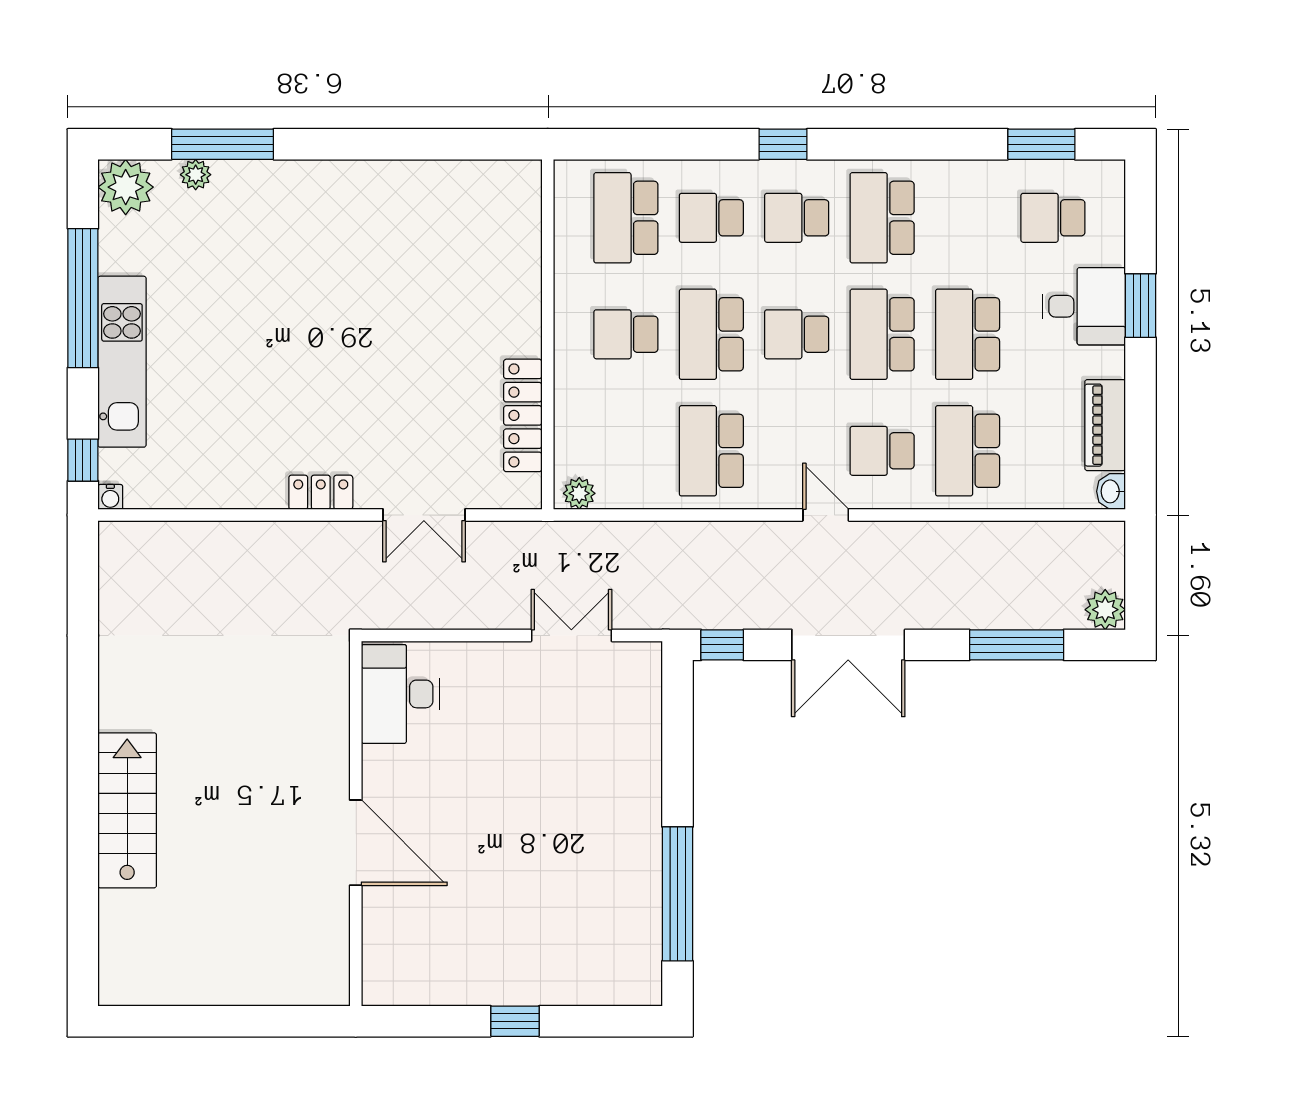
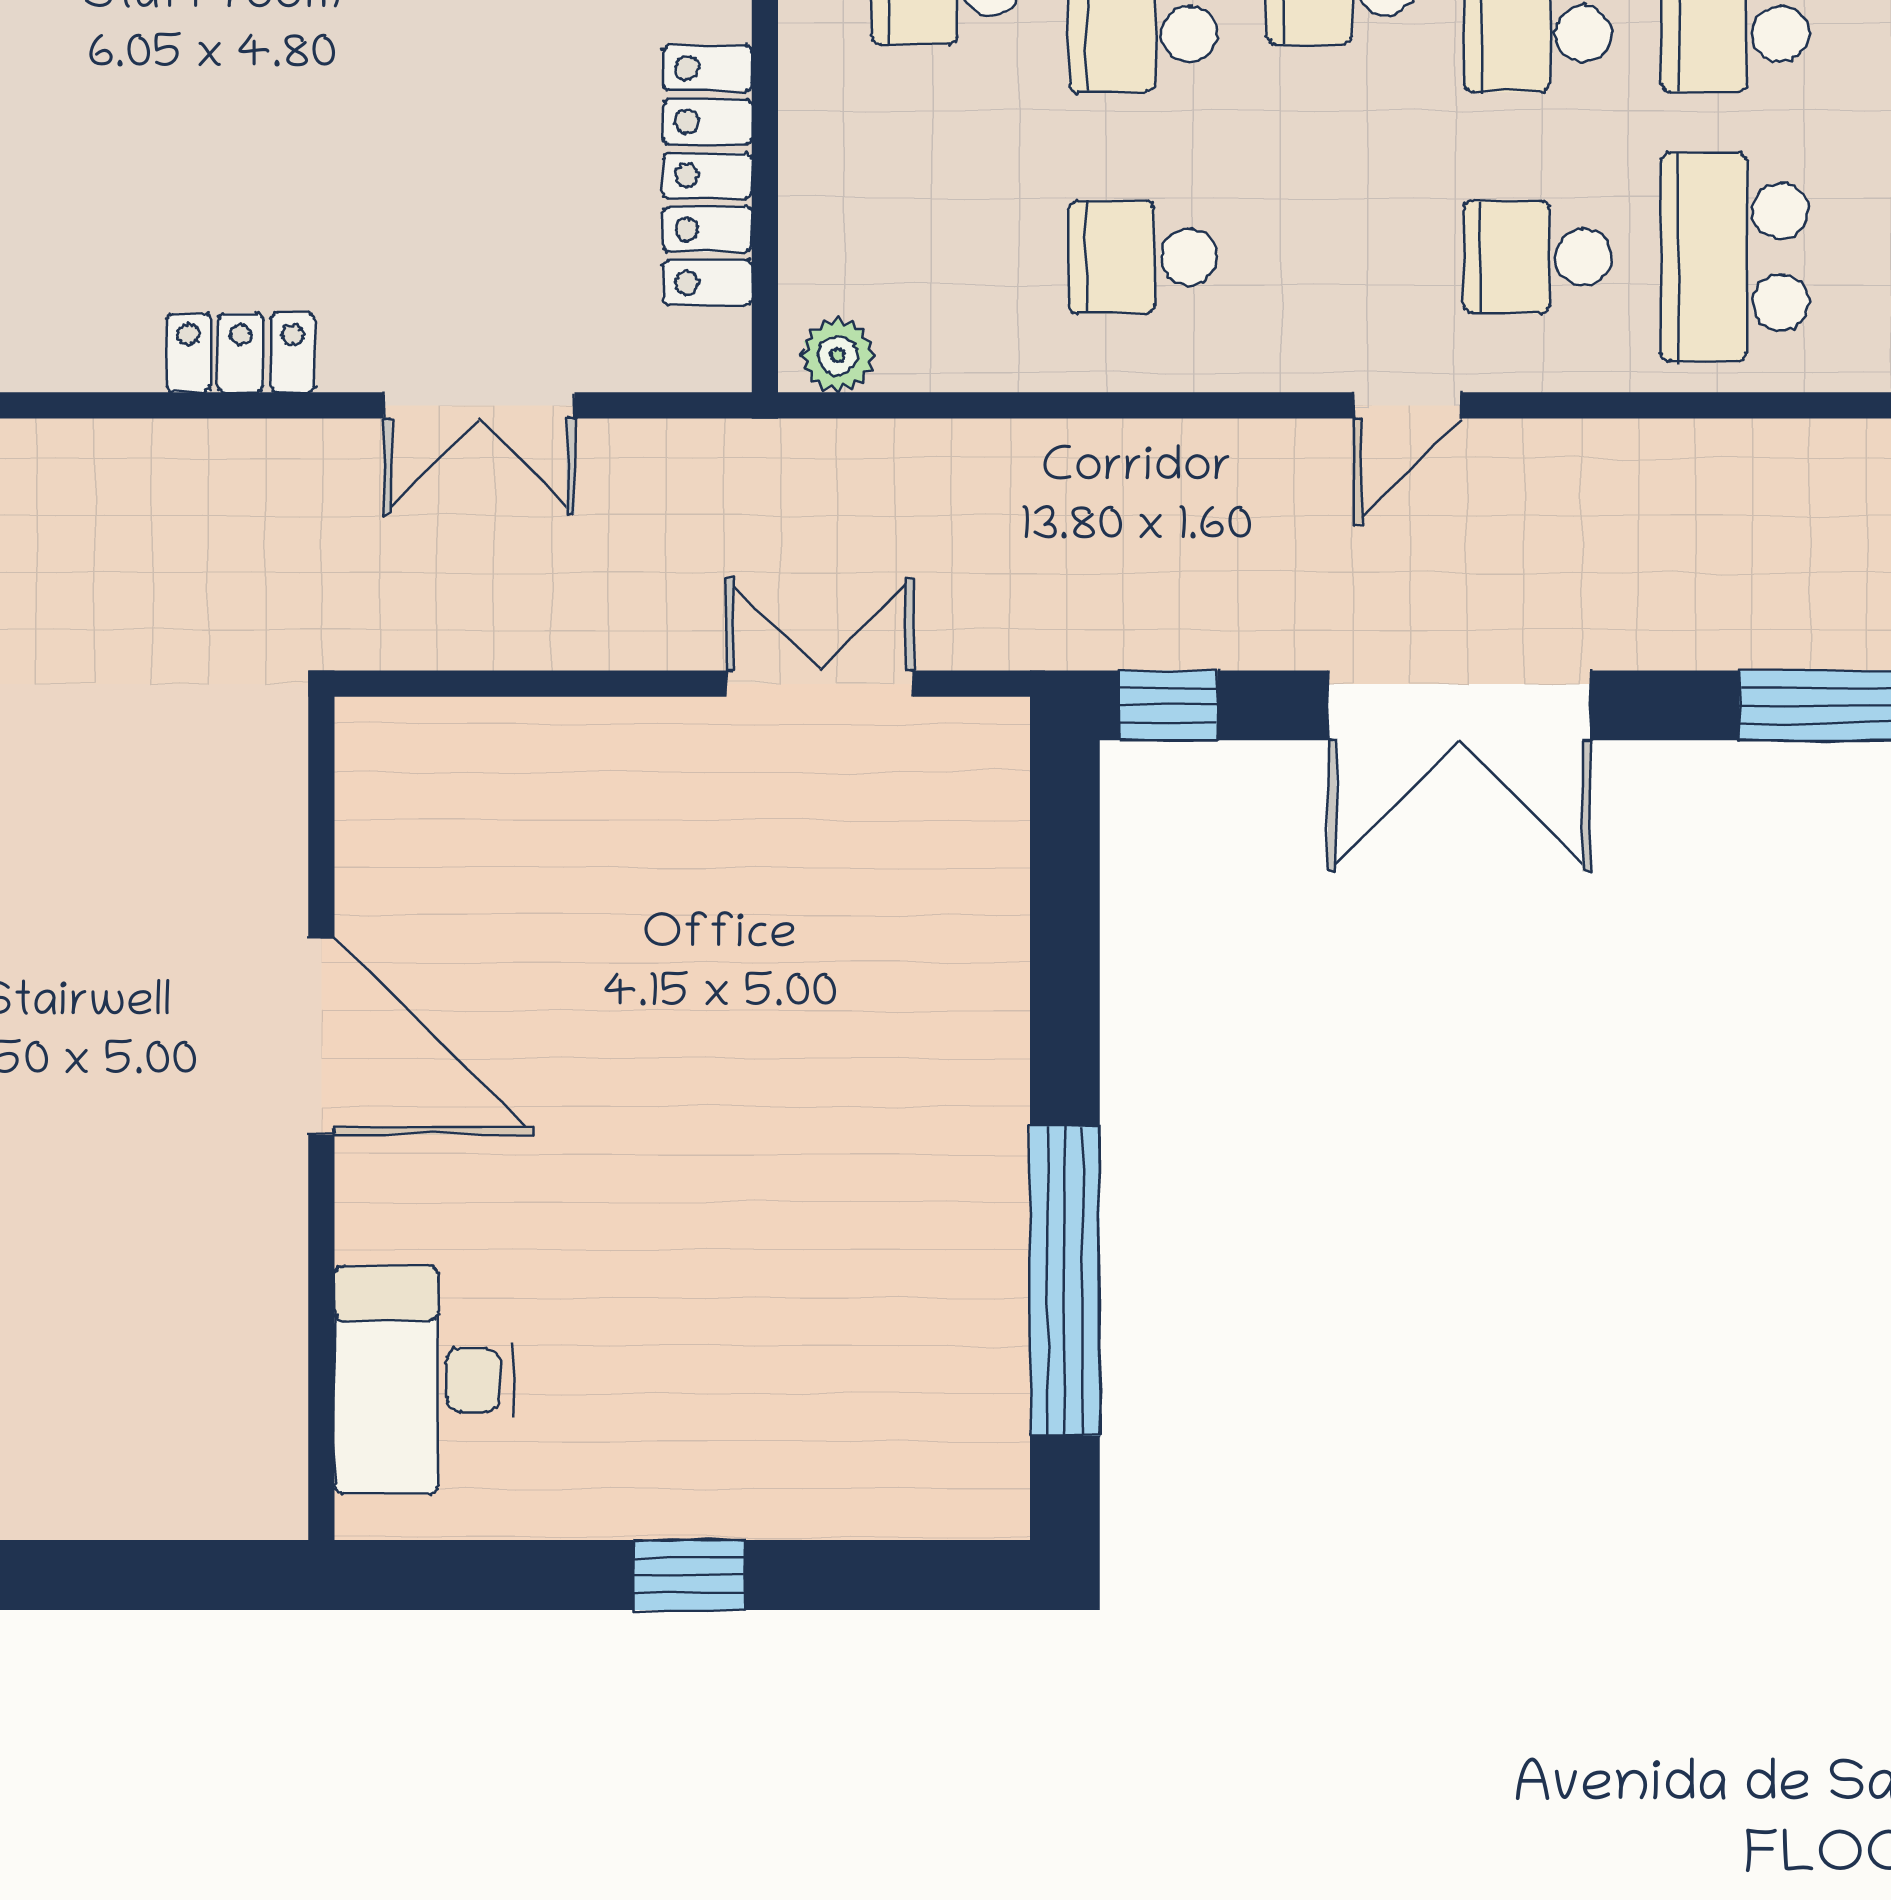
school desk: (711, 451) -> (1143, 257), width x0.54
door: (826, 515) -> (1407, 405), swing flipped
desk: (400, 694) -> (424, 1380), moved
door: (356, 843) -> (321, 1036), moved

